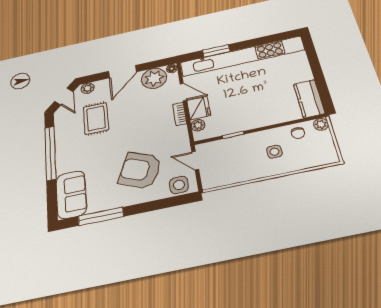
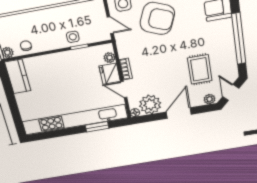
side table: (274, 152) -> (73, 37), moved

